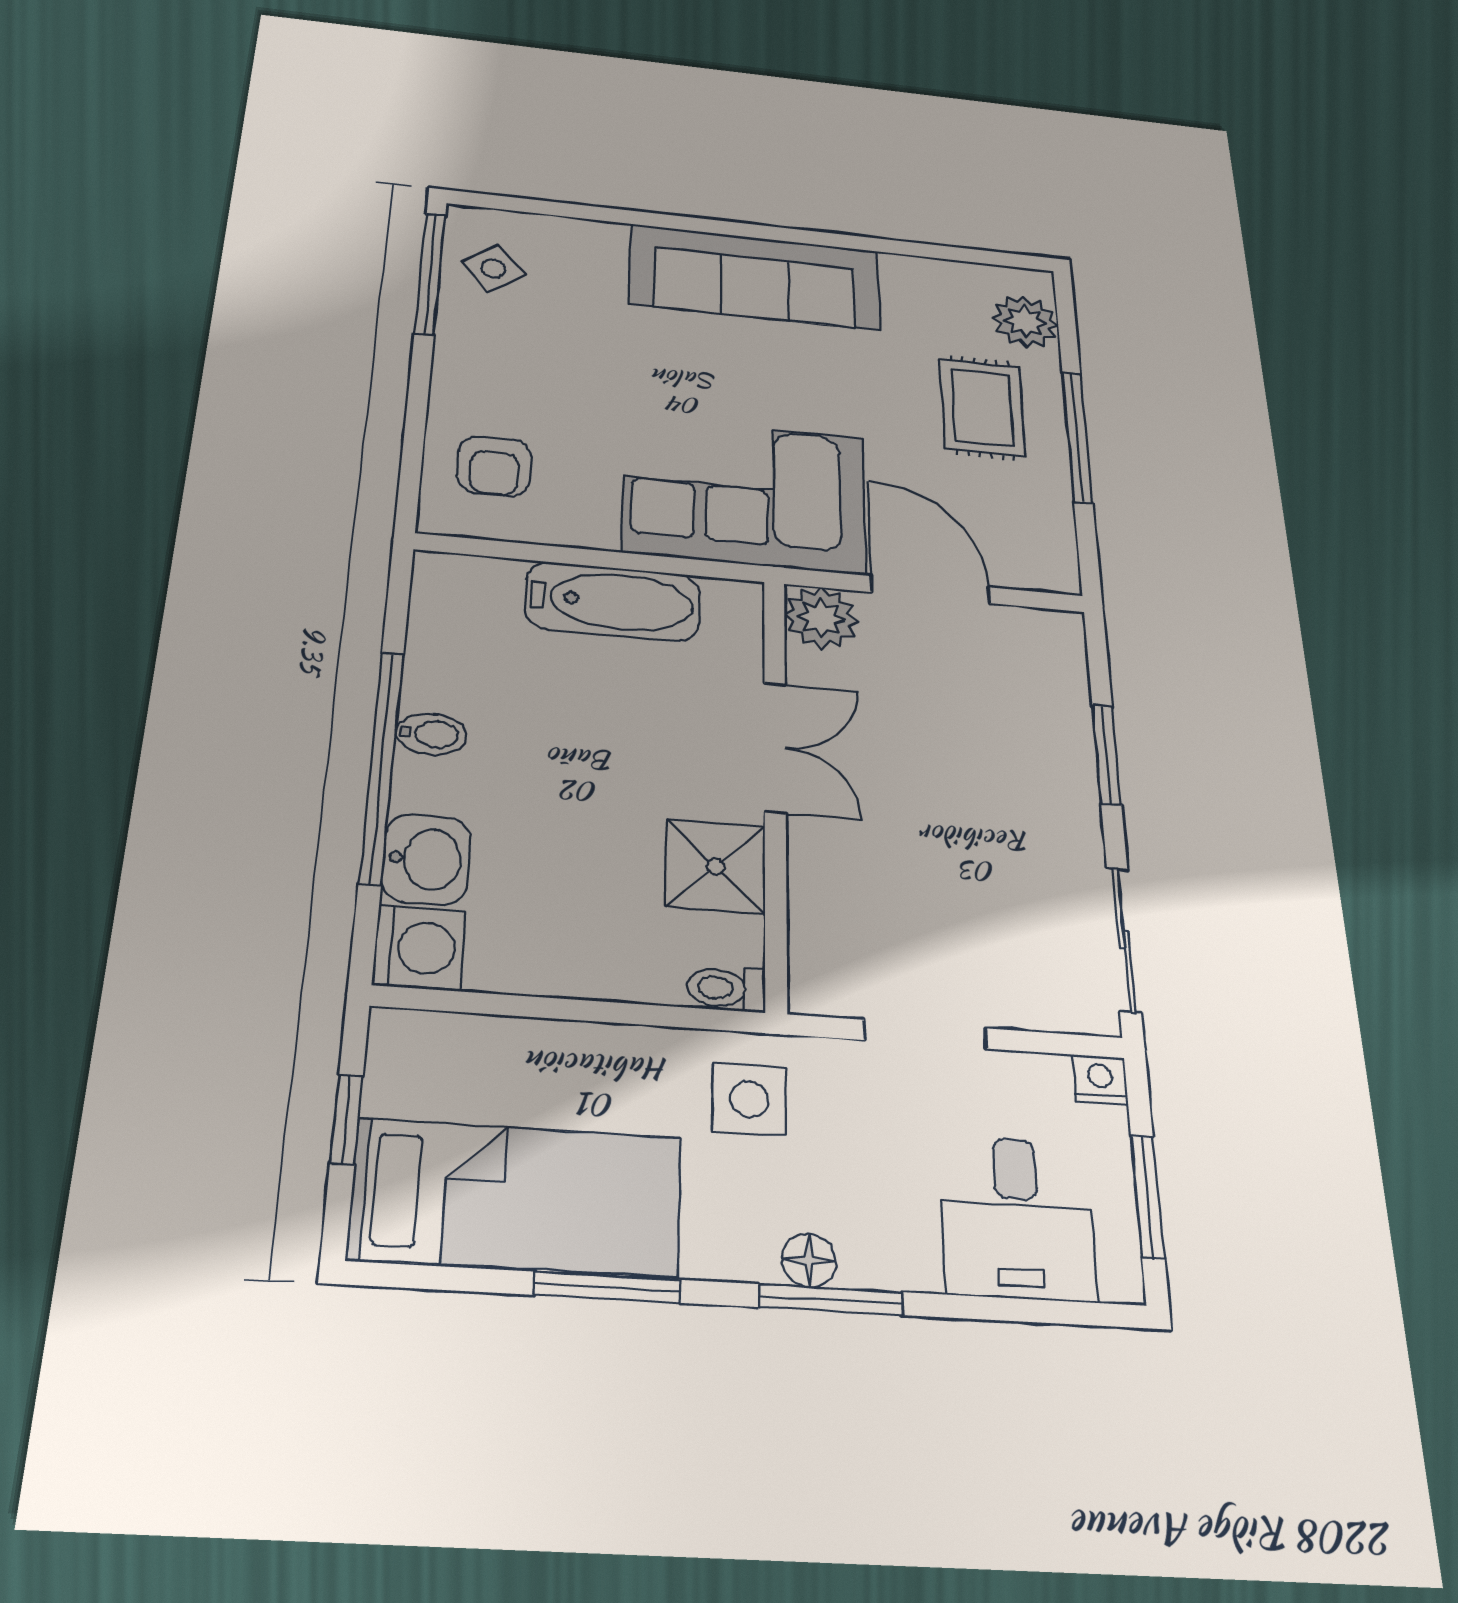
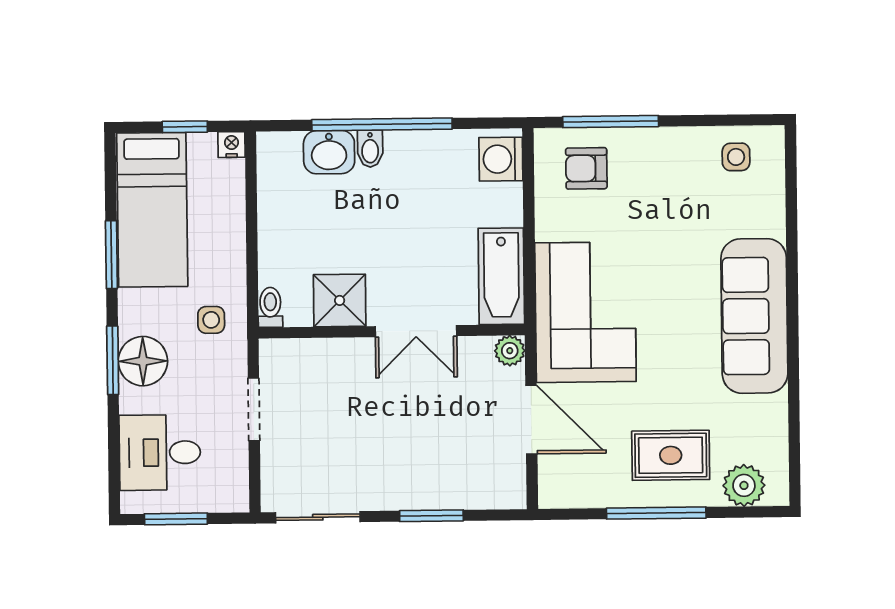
side table: (493, 268) -> (736, 157), turned 38
window: (430, 273) -> (611, 122), moved
door: (931, 590) -> (531, 420), hinge flipped
bathtub: (613, 601) -> (501, 276), moved
plant: (821, 618) -> (510, 351), width x0.73, depth x0.73
bidet: (431, 734) -> (370, 149), moved
washing machine: (419, 947) -> (501, 159), moved, turned 90
nightstand: (1100, 1079) -> (231, 145), moved, turned -90
side table: (749, 1099) -> (211, 320), width x0.73, depth x0.73
floor lamp: (809, 1260) -> (143, 361), width x1.89, depth x1.89

